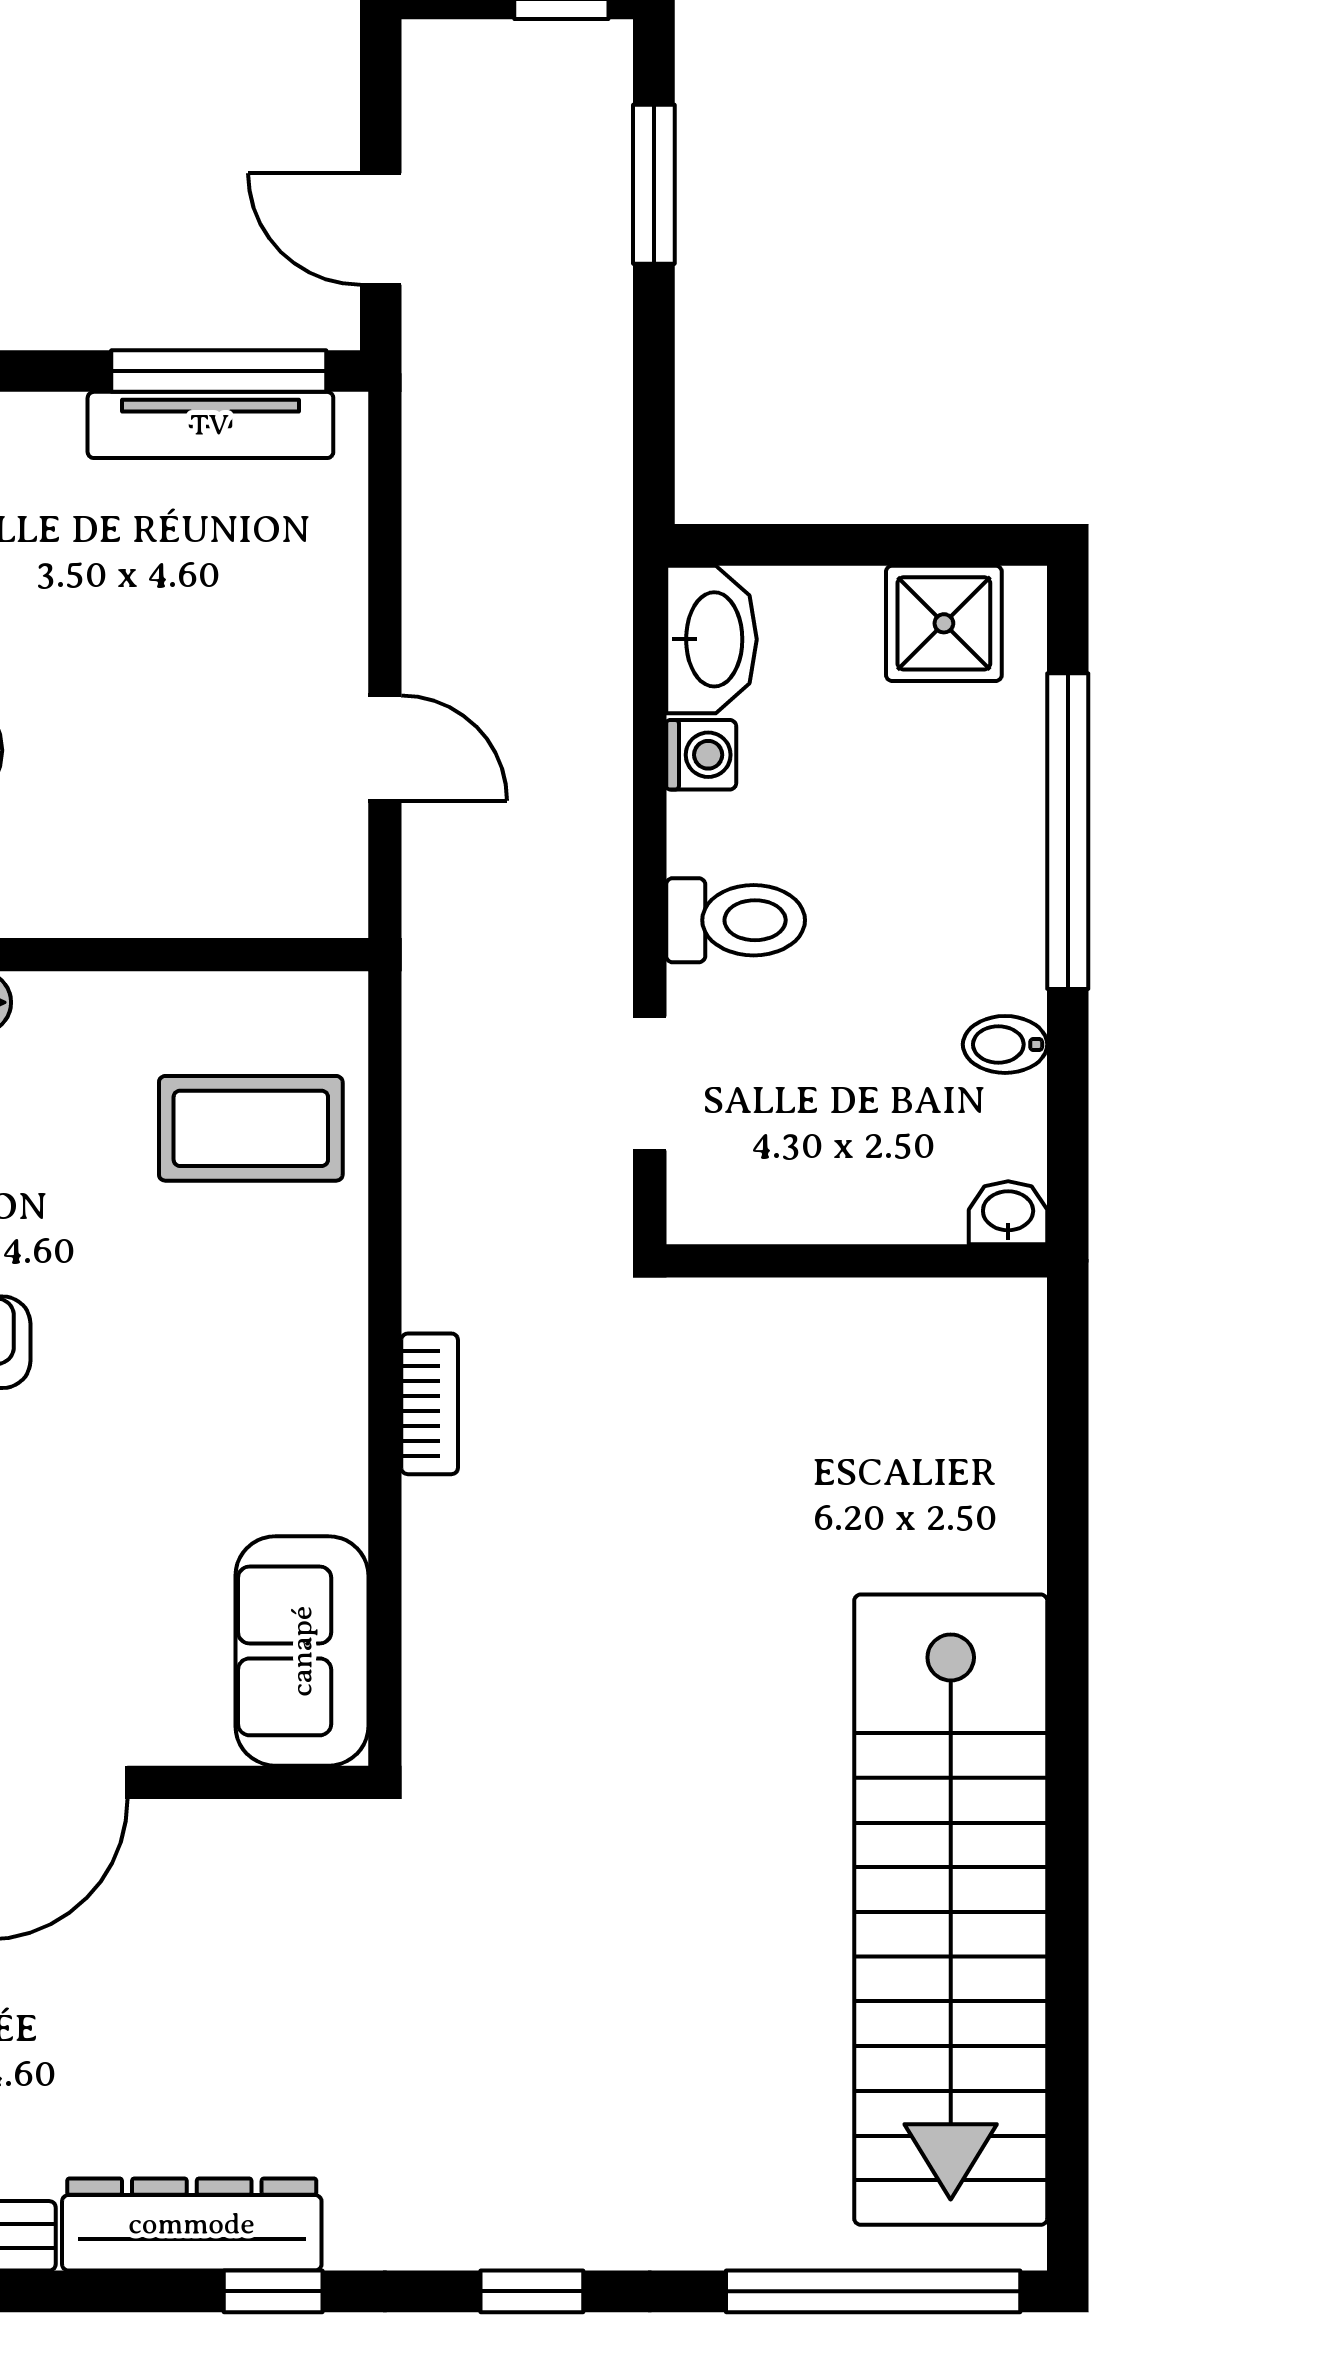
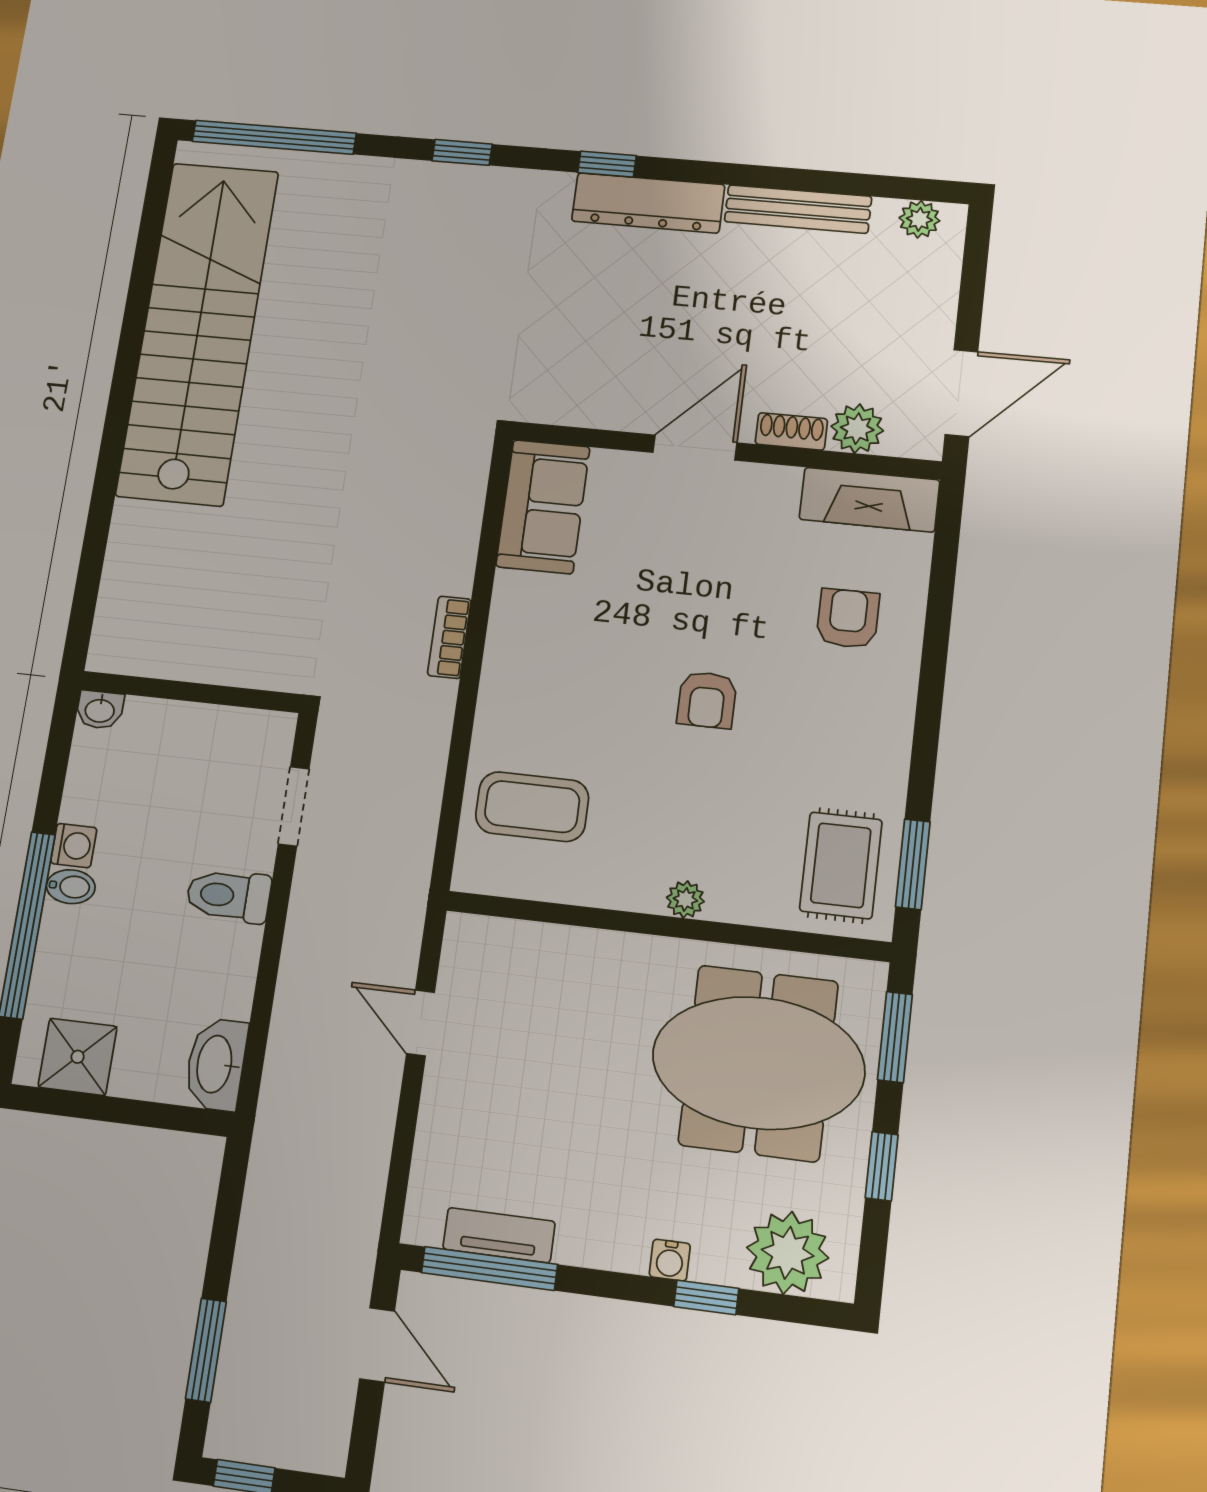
tv unit: (210, 425) -> (499, 1235), width x0.71
washing machine: (701, 755) -> (74, 846), moved, turned 180
bidet: (1005, 1044) -> (71, 887), moved

